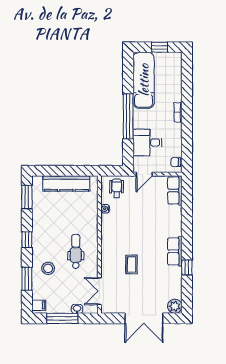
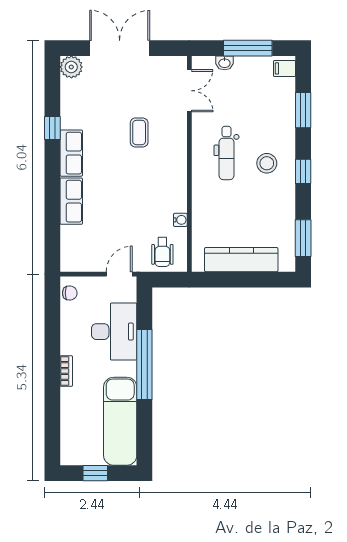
desk: (147, 142) -> (114, 332), width x1.37
row of seats: (175, 190) -> (71, 201), moved
stool: (48, 268) -> (267, 163), moved

